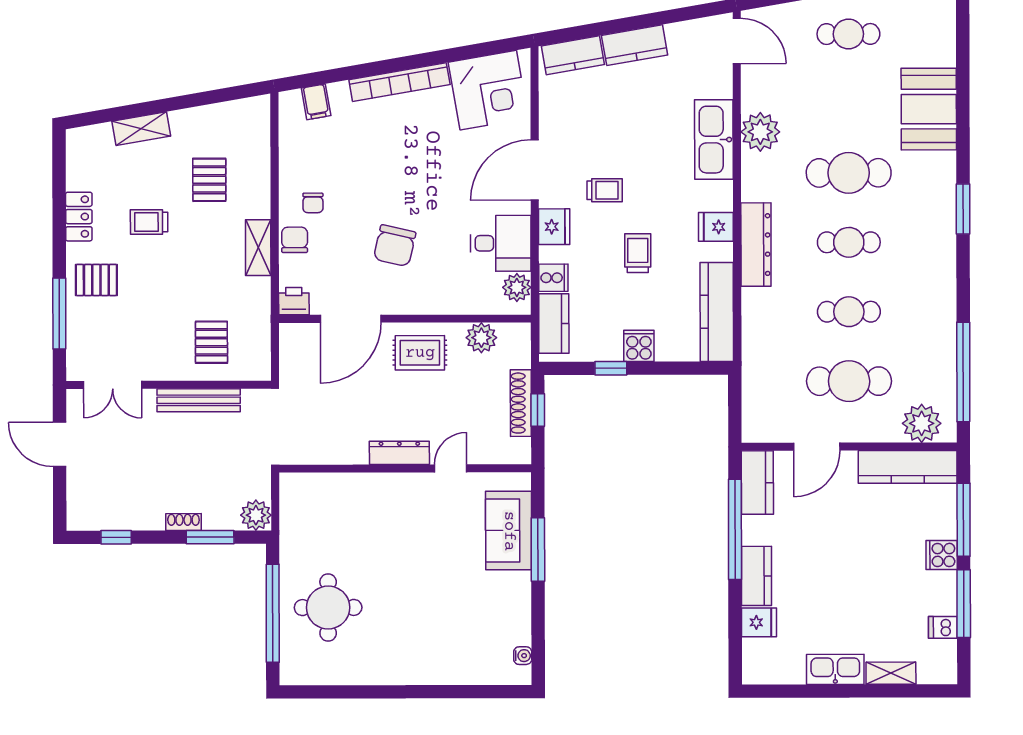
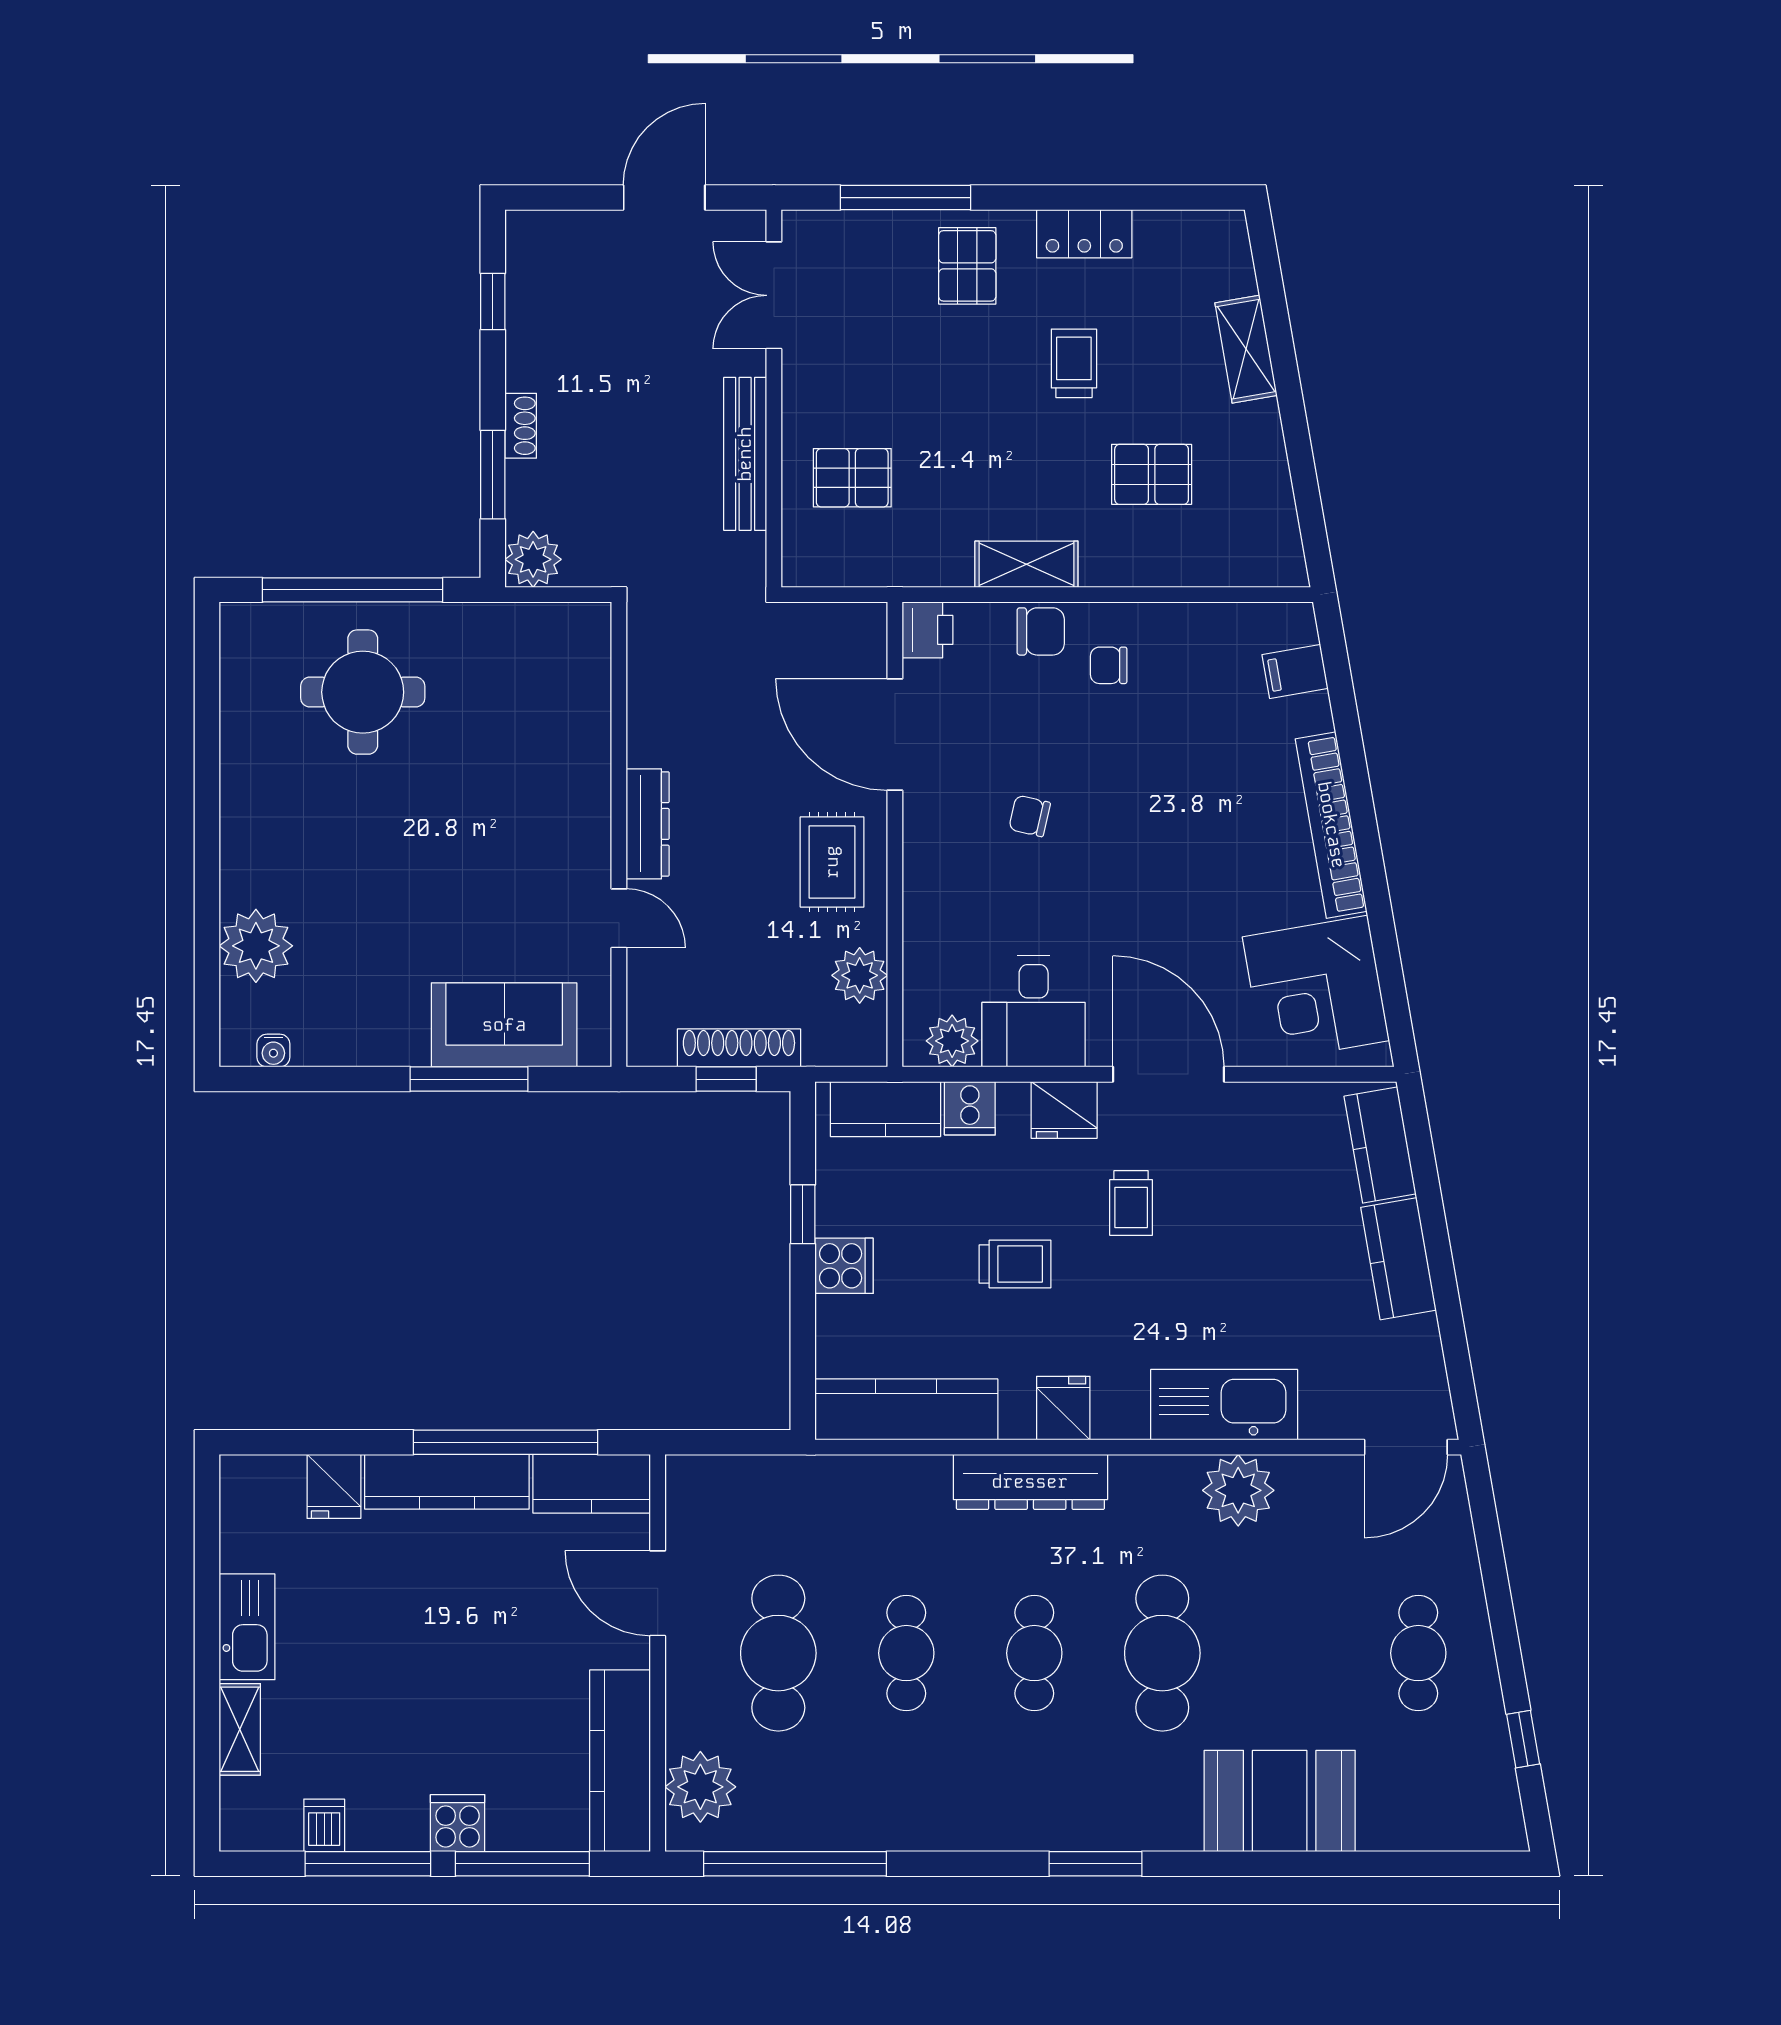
chair: (395, 246) -> (1030, 816), width x0.54, depth x0.54
kitchen counter: (756, 576) -> (447, 1482), width x1.50
plant: (466, 665) -> (256, 946), added

